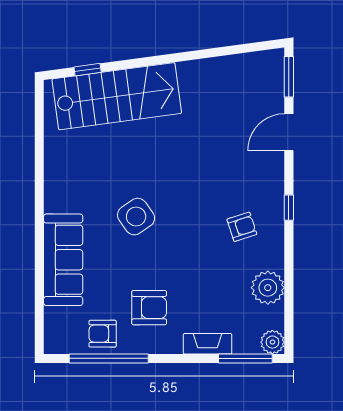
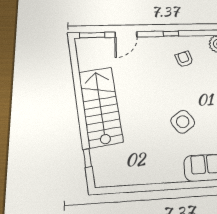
stairs: (117, 96) -> (101, 107), moved
door: (289, 132) -> (126, 35), hinge flipped

